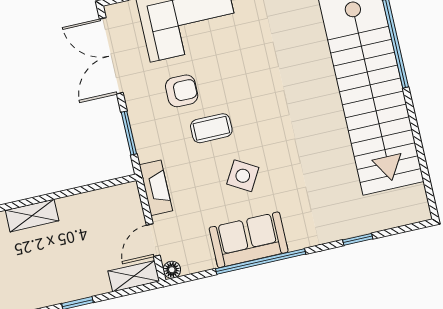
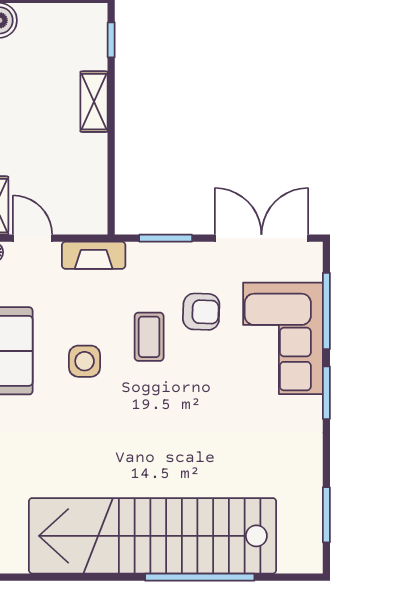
armchair: (182, 91) -> (201, 312), turned -88
side table: (243, 176) -> (85, 361), turned -30

